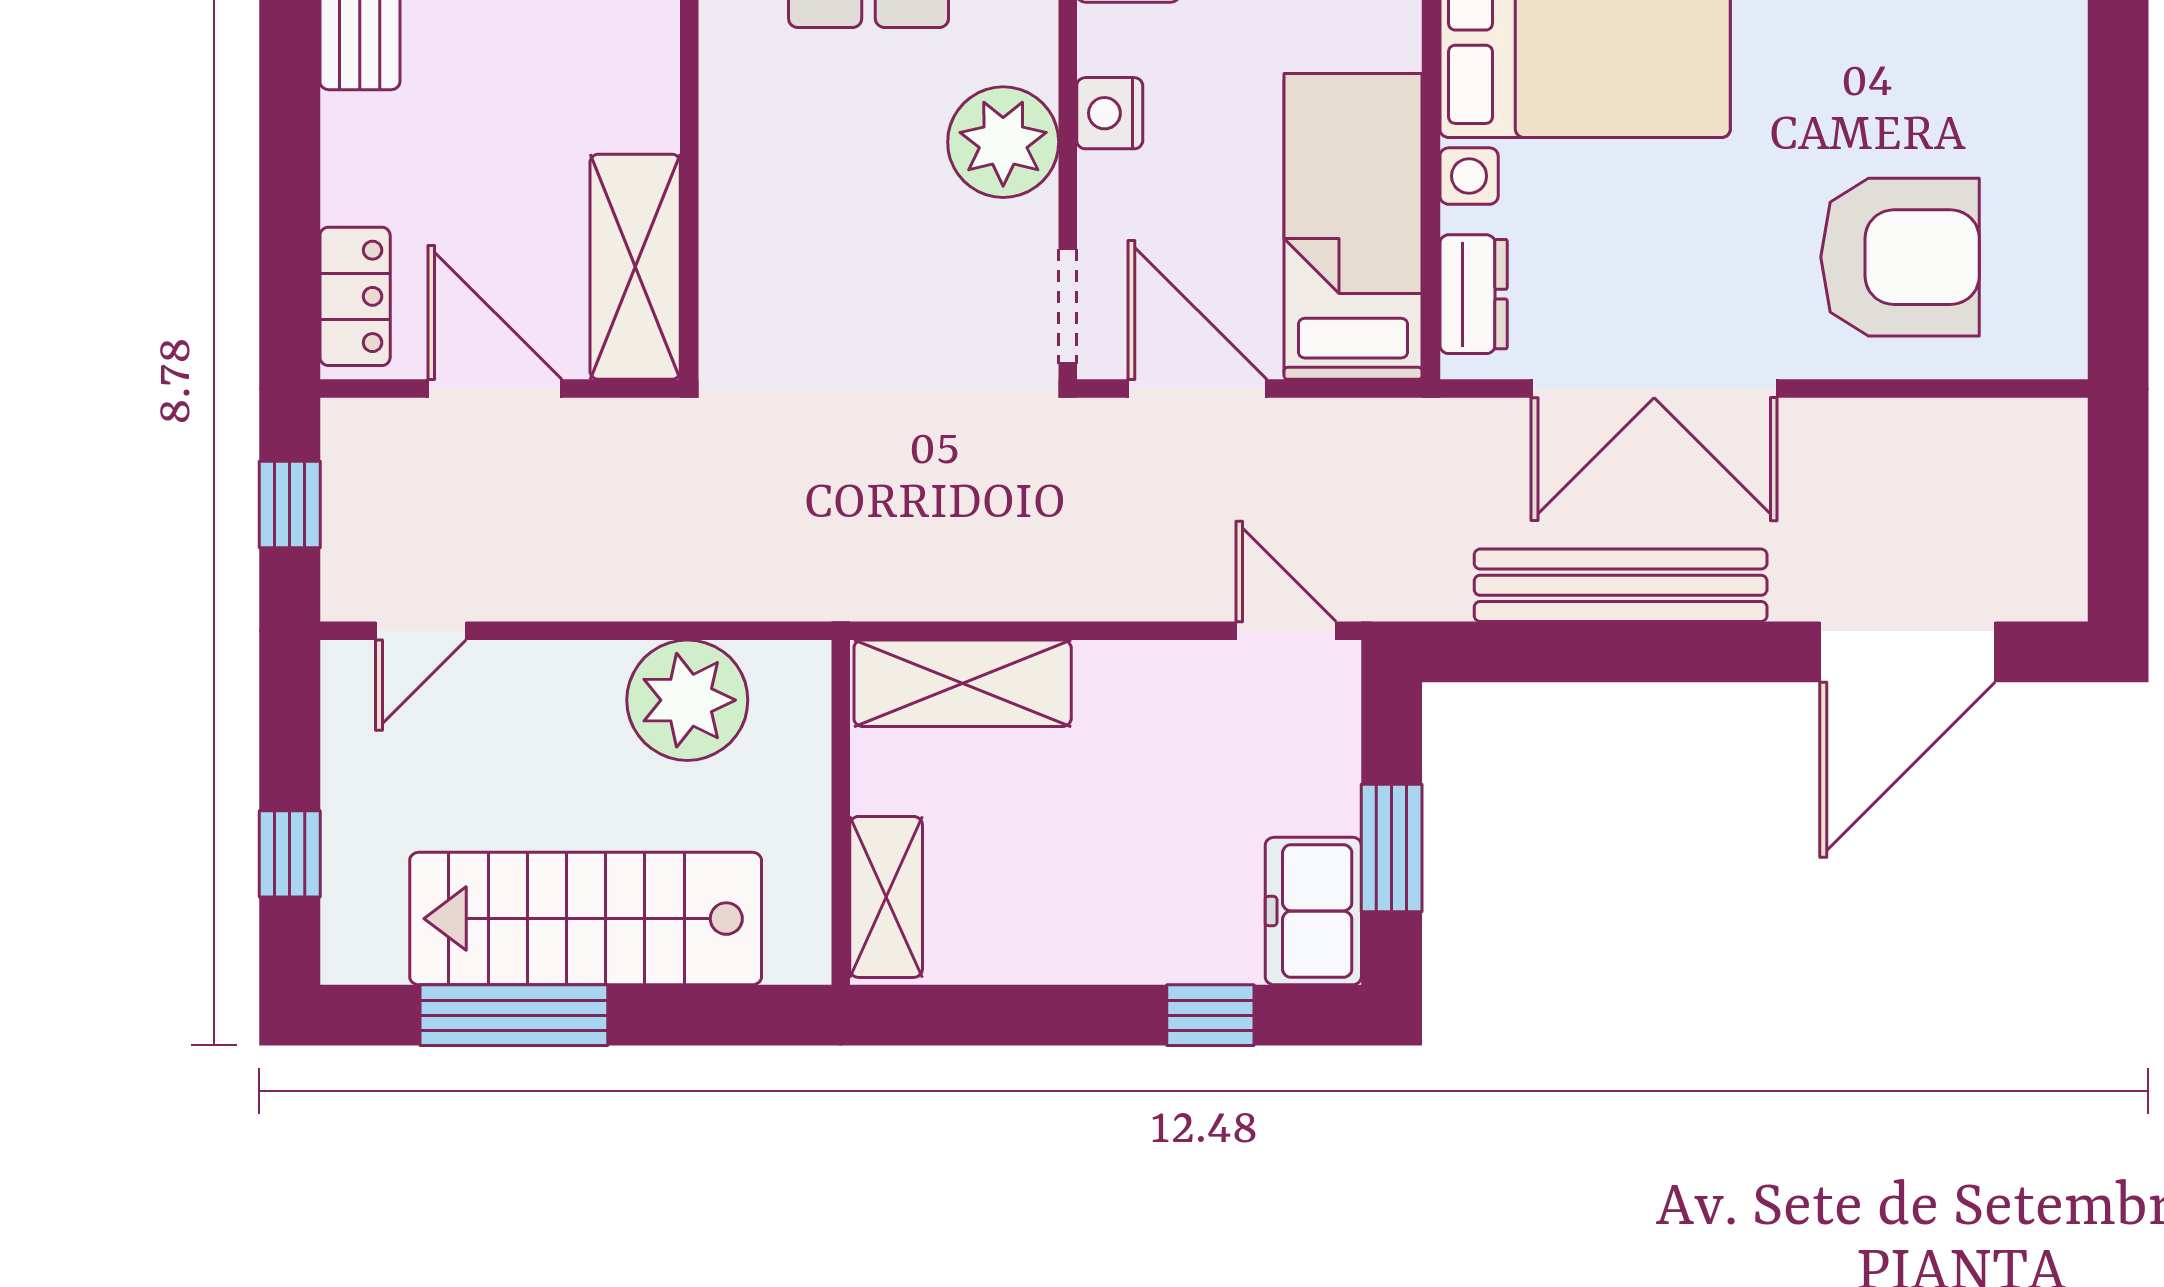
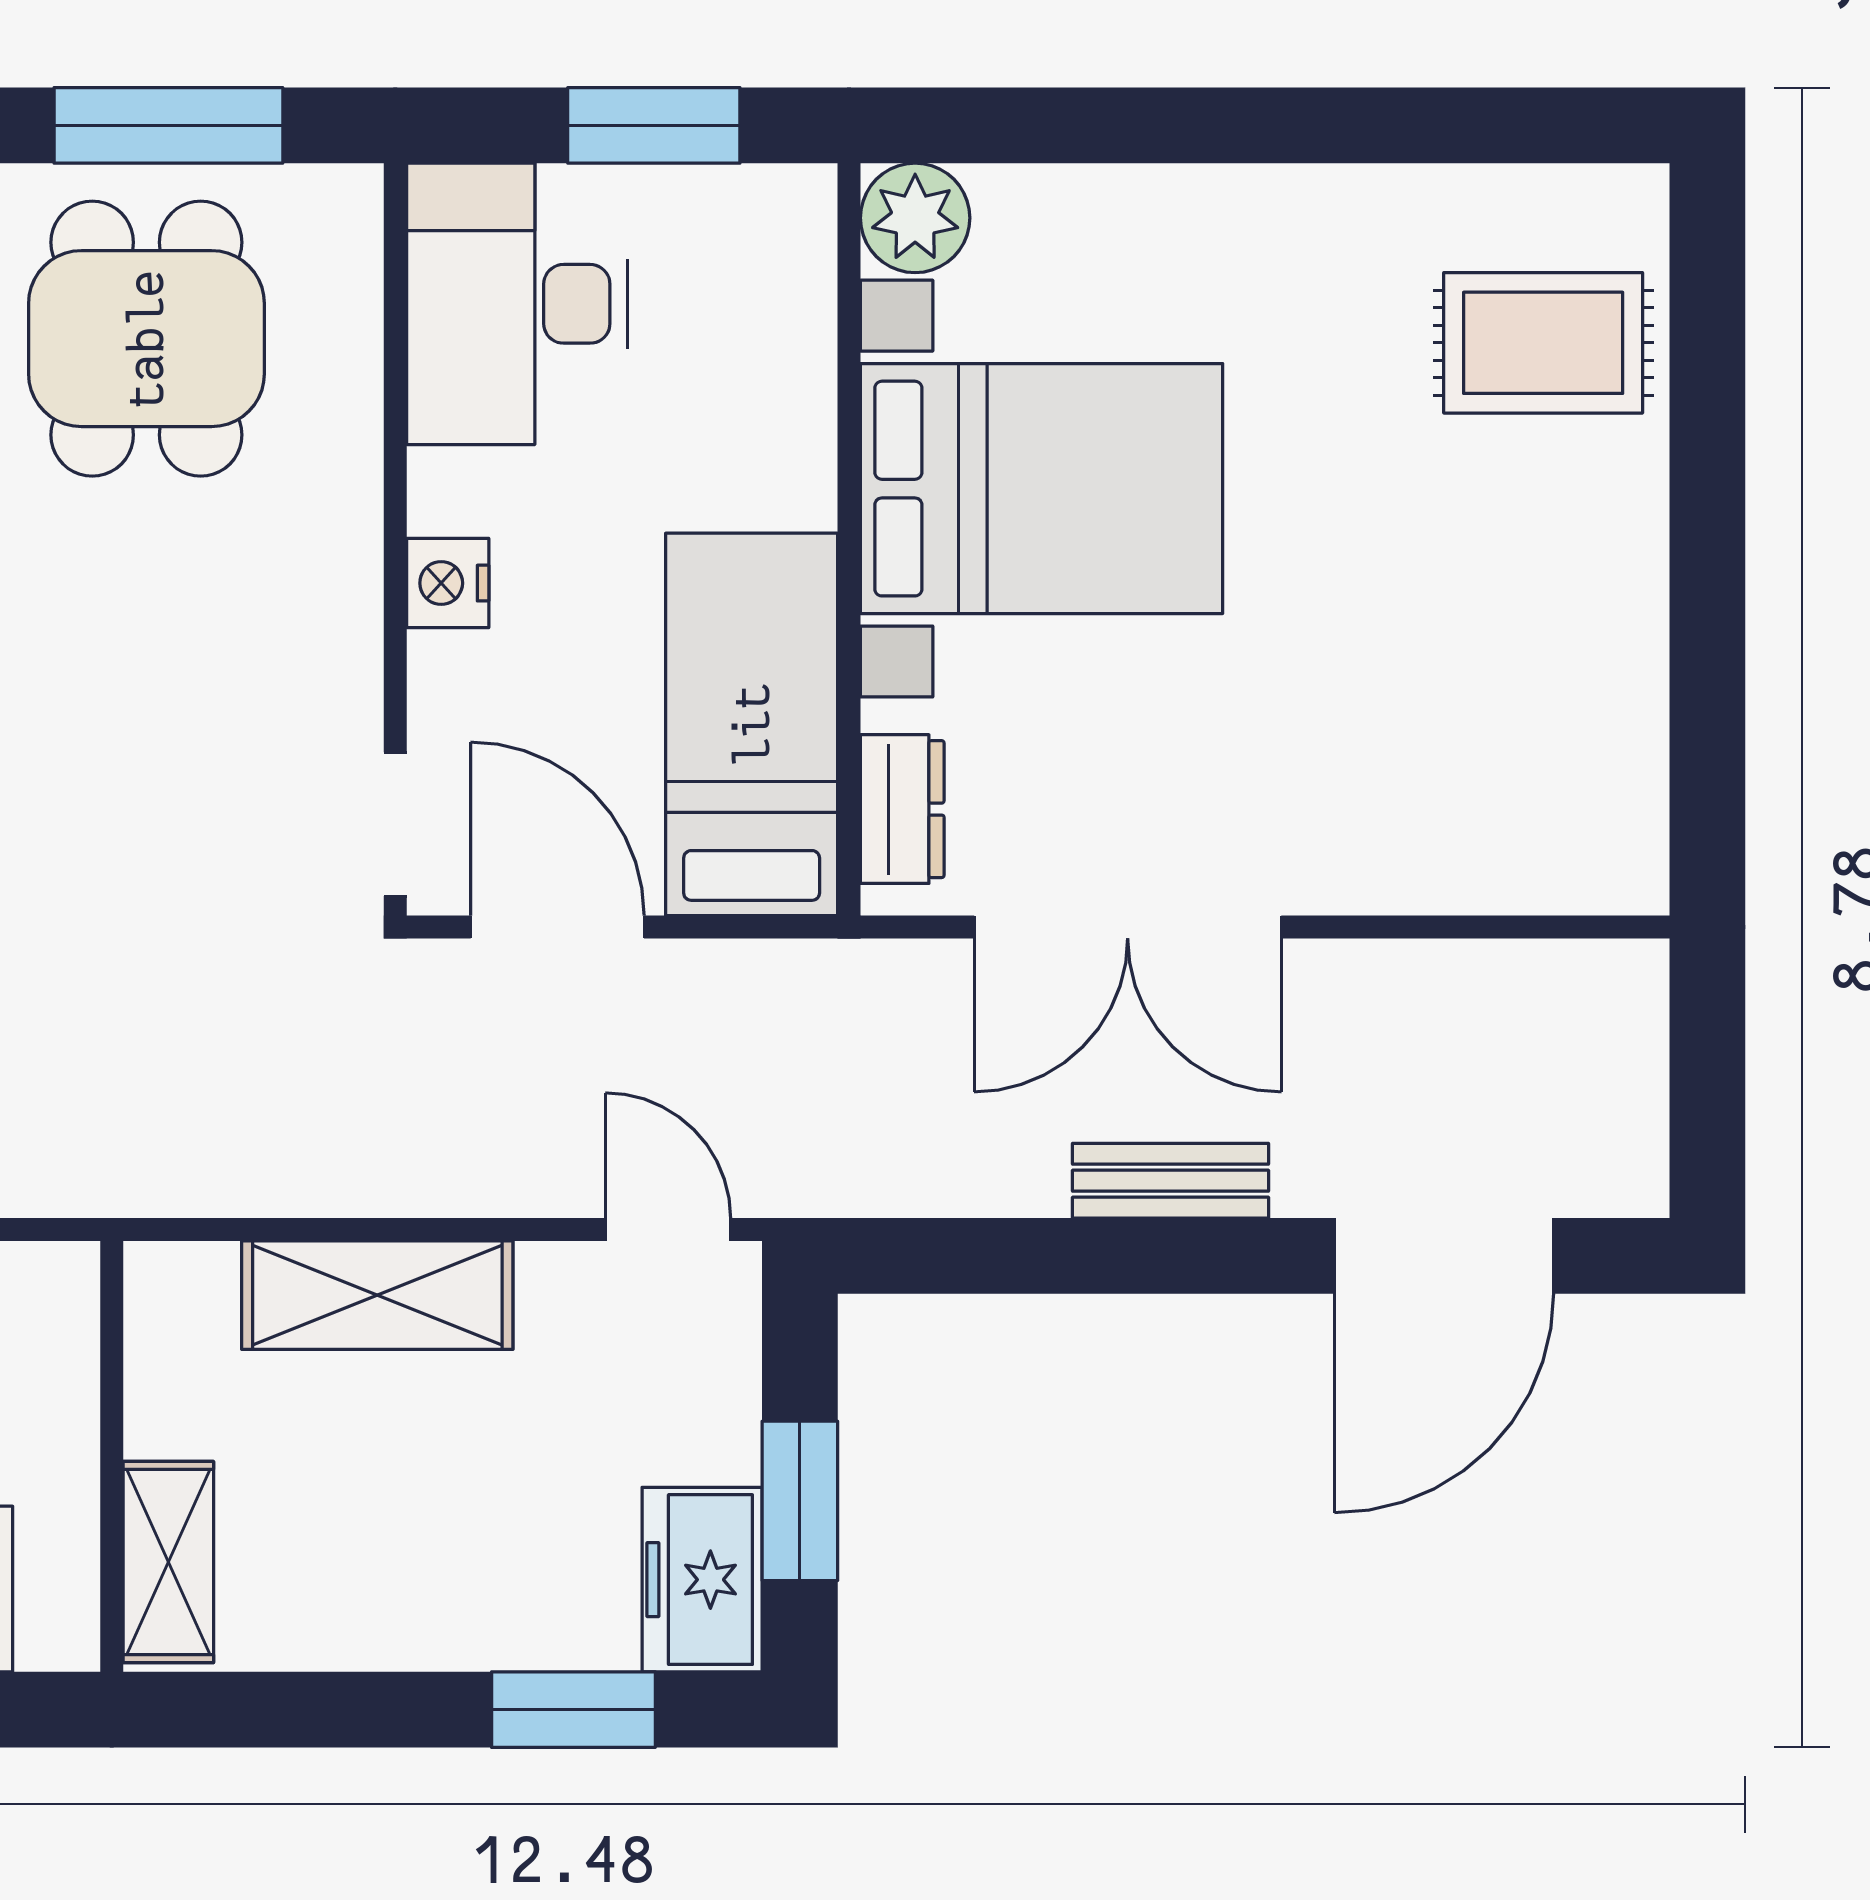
plant: (1003, 142) -> (315, 619), removed
armchair: (1900, 257) -> (1435, 763), removed
bench: (1621, 585) -> (1171, 1181), width x0.54, depth x0.82
shelving: (963, 683) -> (377, 1295), moved
window: (1210, 1015) -> (573, 1710), width x1.50

